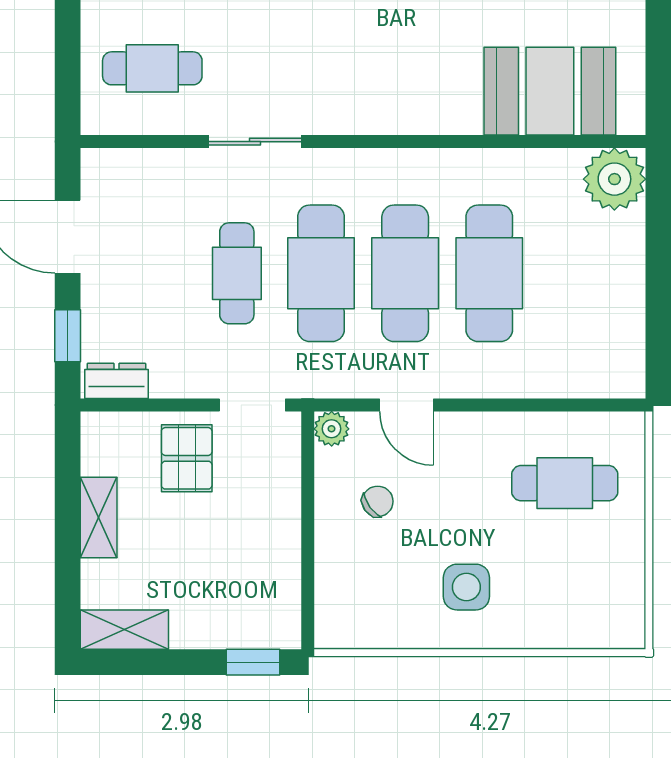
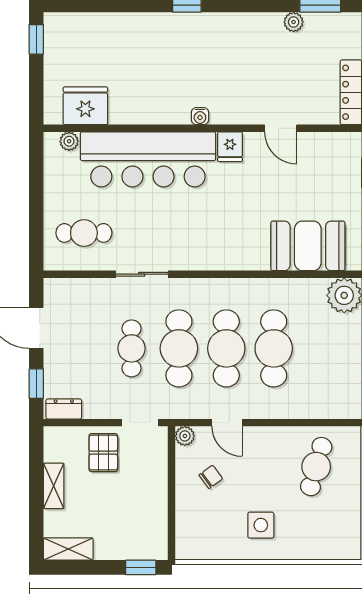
cafe table: (565, 483) -> (316, 467), turned -74

